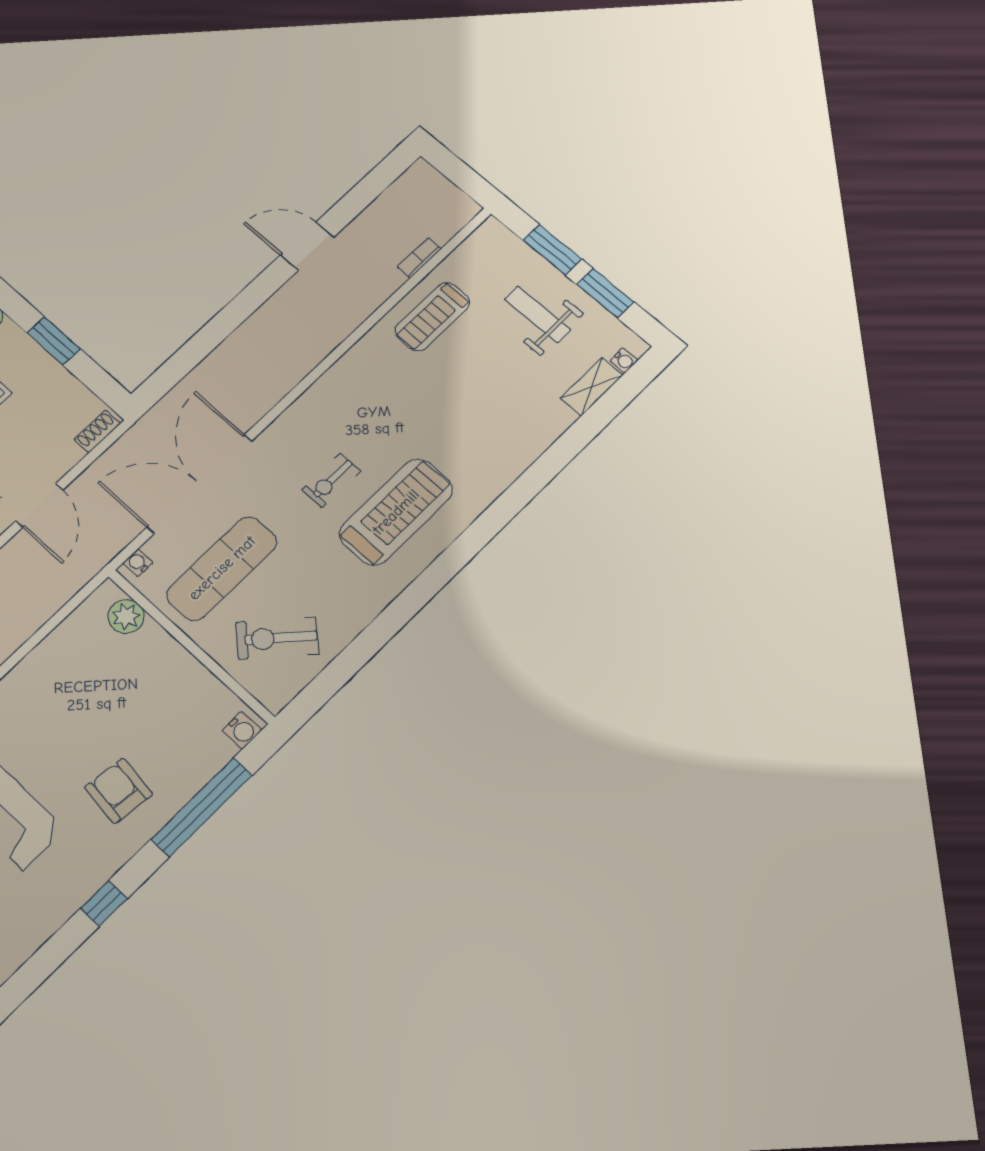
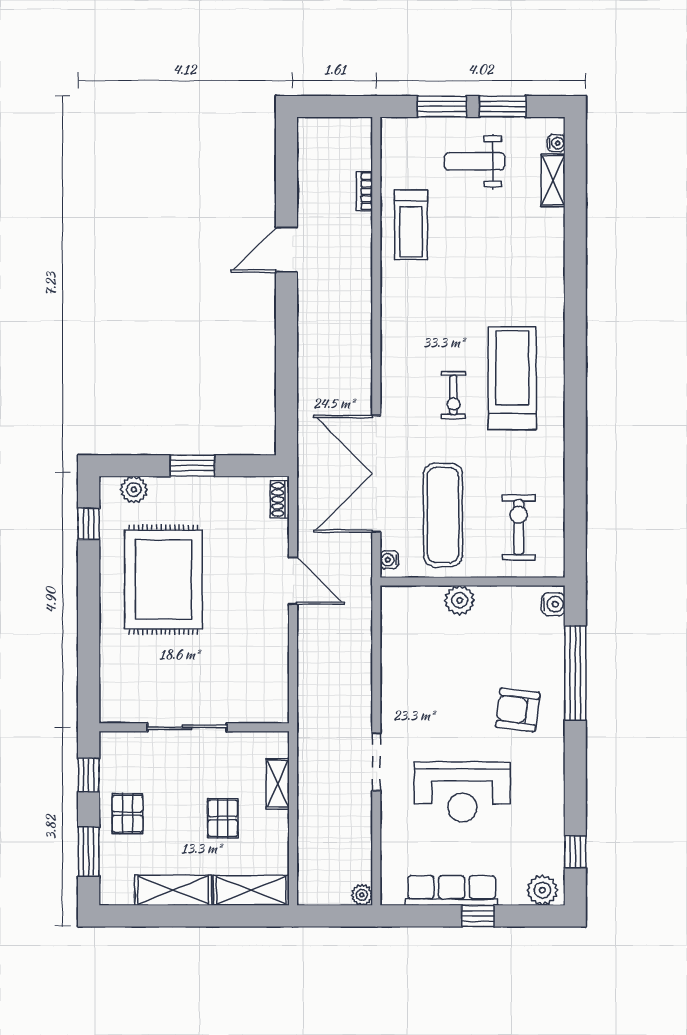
plant: (126, 616) -> (460, 600), moved
exercise bike: (277, 638) -> (519, 527), turned 138
window: (104, 903) -> (575, 852), moved

